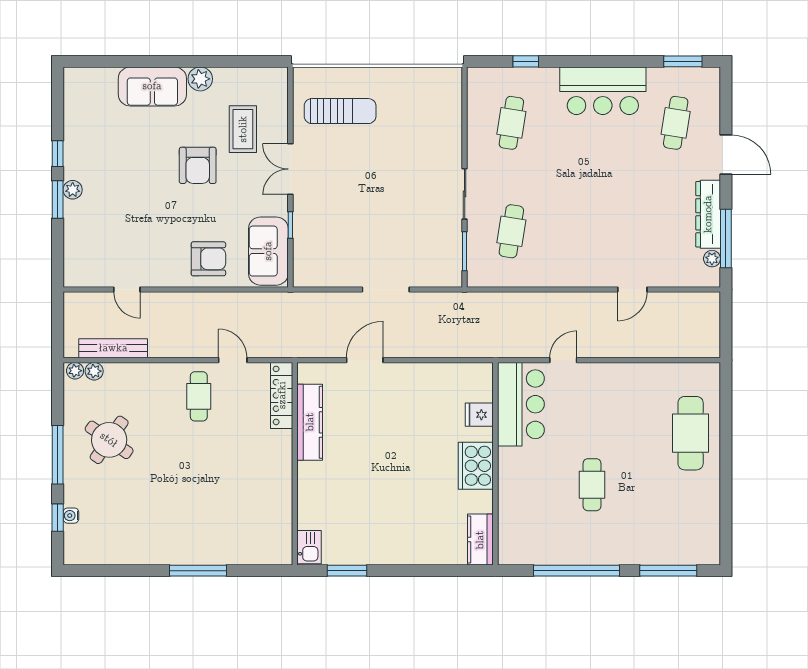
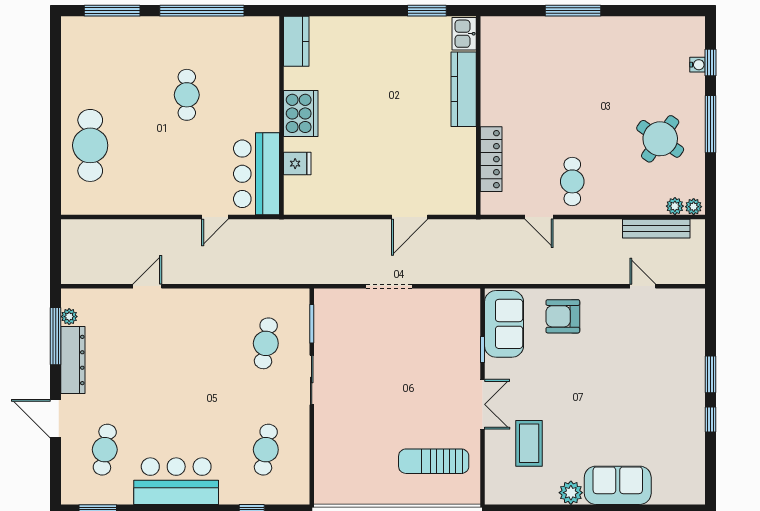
armchair: (198, 165) -> (573, 408), removed
plant: (73, 190) -> (696, 384), removed
locker: (282, 395) -> (491, 159), moved
kitchen counter: (310, 422) -> (464, 89), moved

